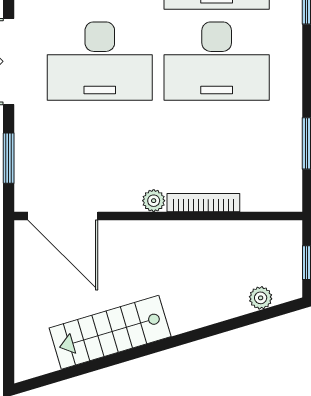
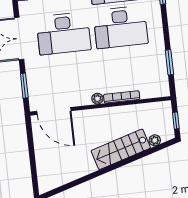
stairs: (110, 332) -> (121, 149), moved

